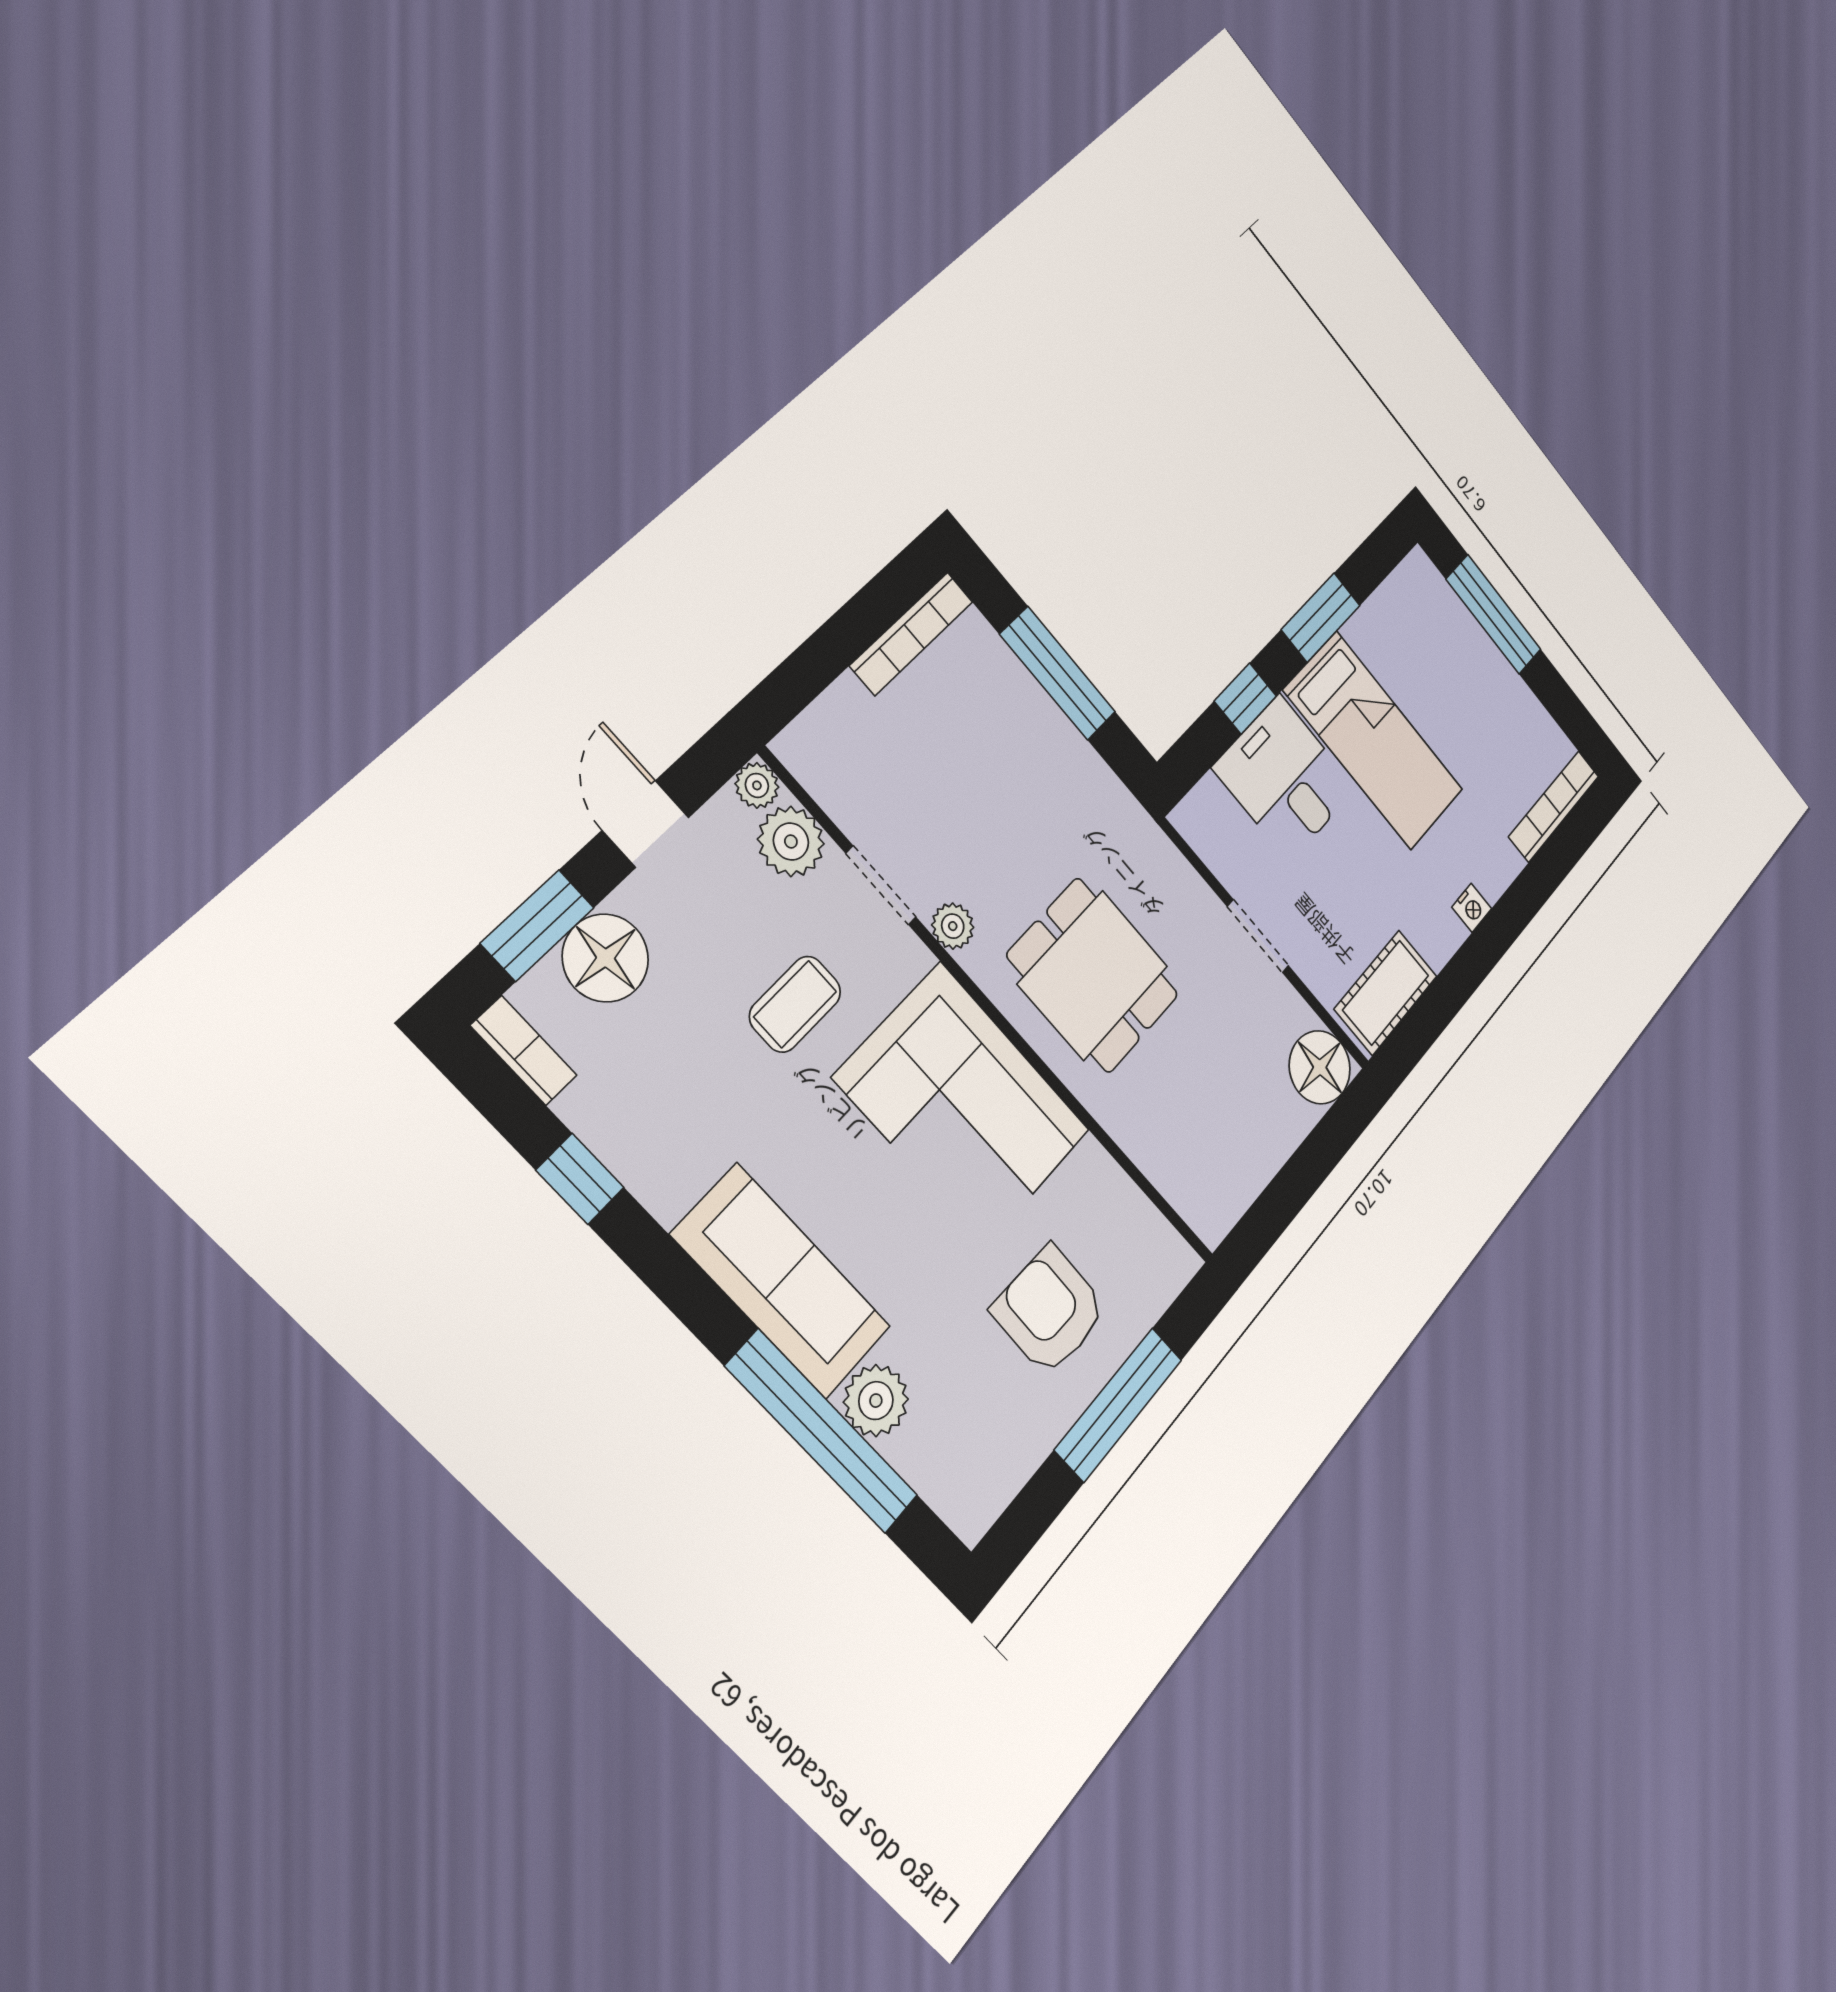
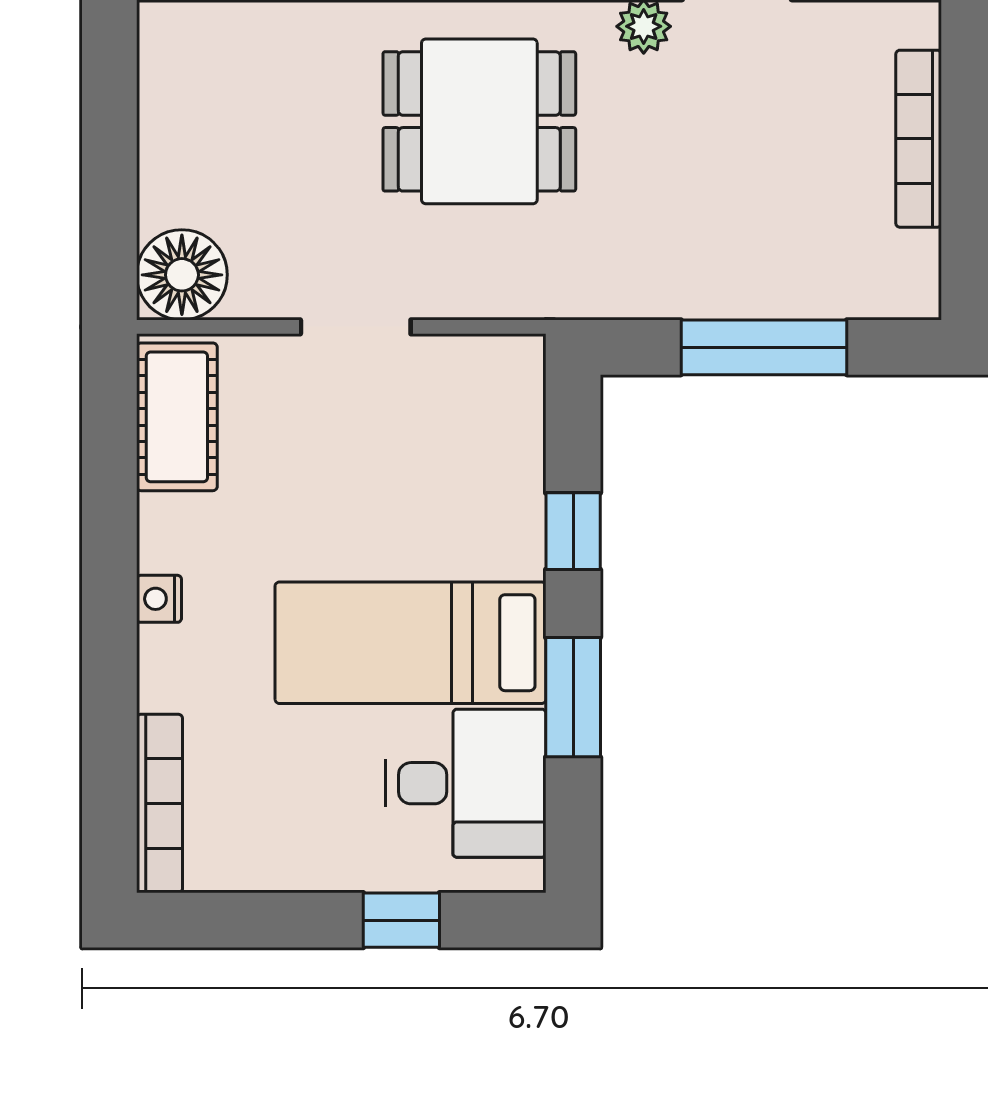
window: (1494, 614) -> (401, 920), width x0.46
bookcase: (912, 634) -> (919, 139), moved
desk: (1285, 778) -> (466, 783), moved

